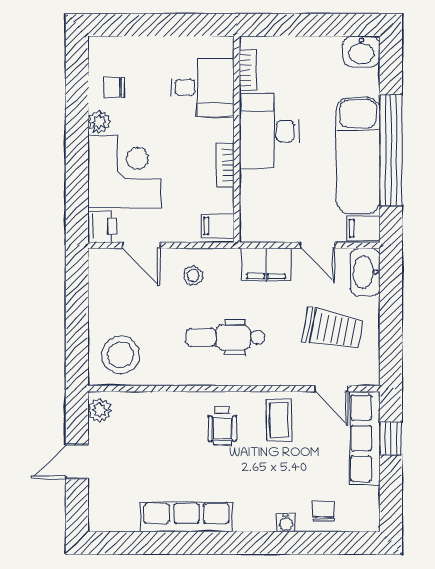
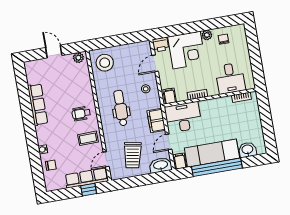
washbasin: (362, 52) -> (248, 150), moved, turned 90
desk: (269, 131) -> (183, 117), moved

